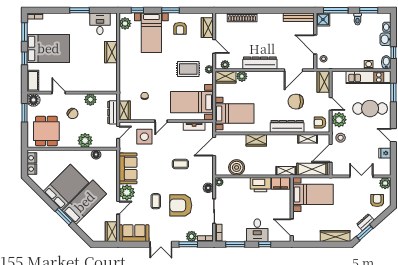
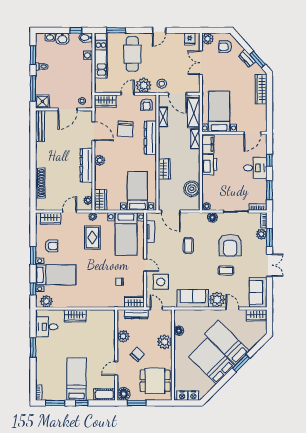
bed: (48, 48) -> (76, 379), width x0.67
plant: (242, 76) -> (100, 160), moved
fridge: (385, 153) -> (190, 39), moved

